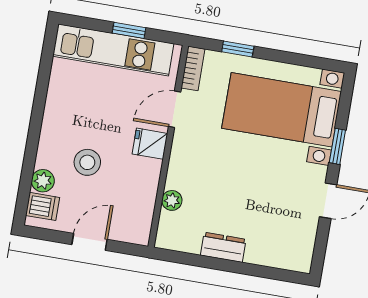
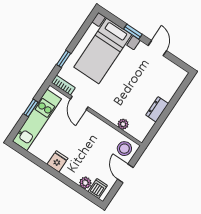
fridge: (150, 144) -> (58, 161), moved, turned 180
stool: (87, 162) -> (124, 149), moved

